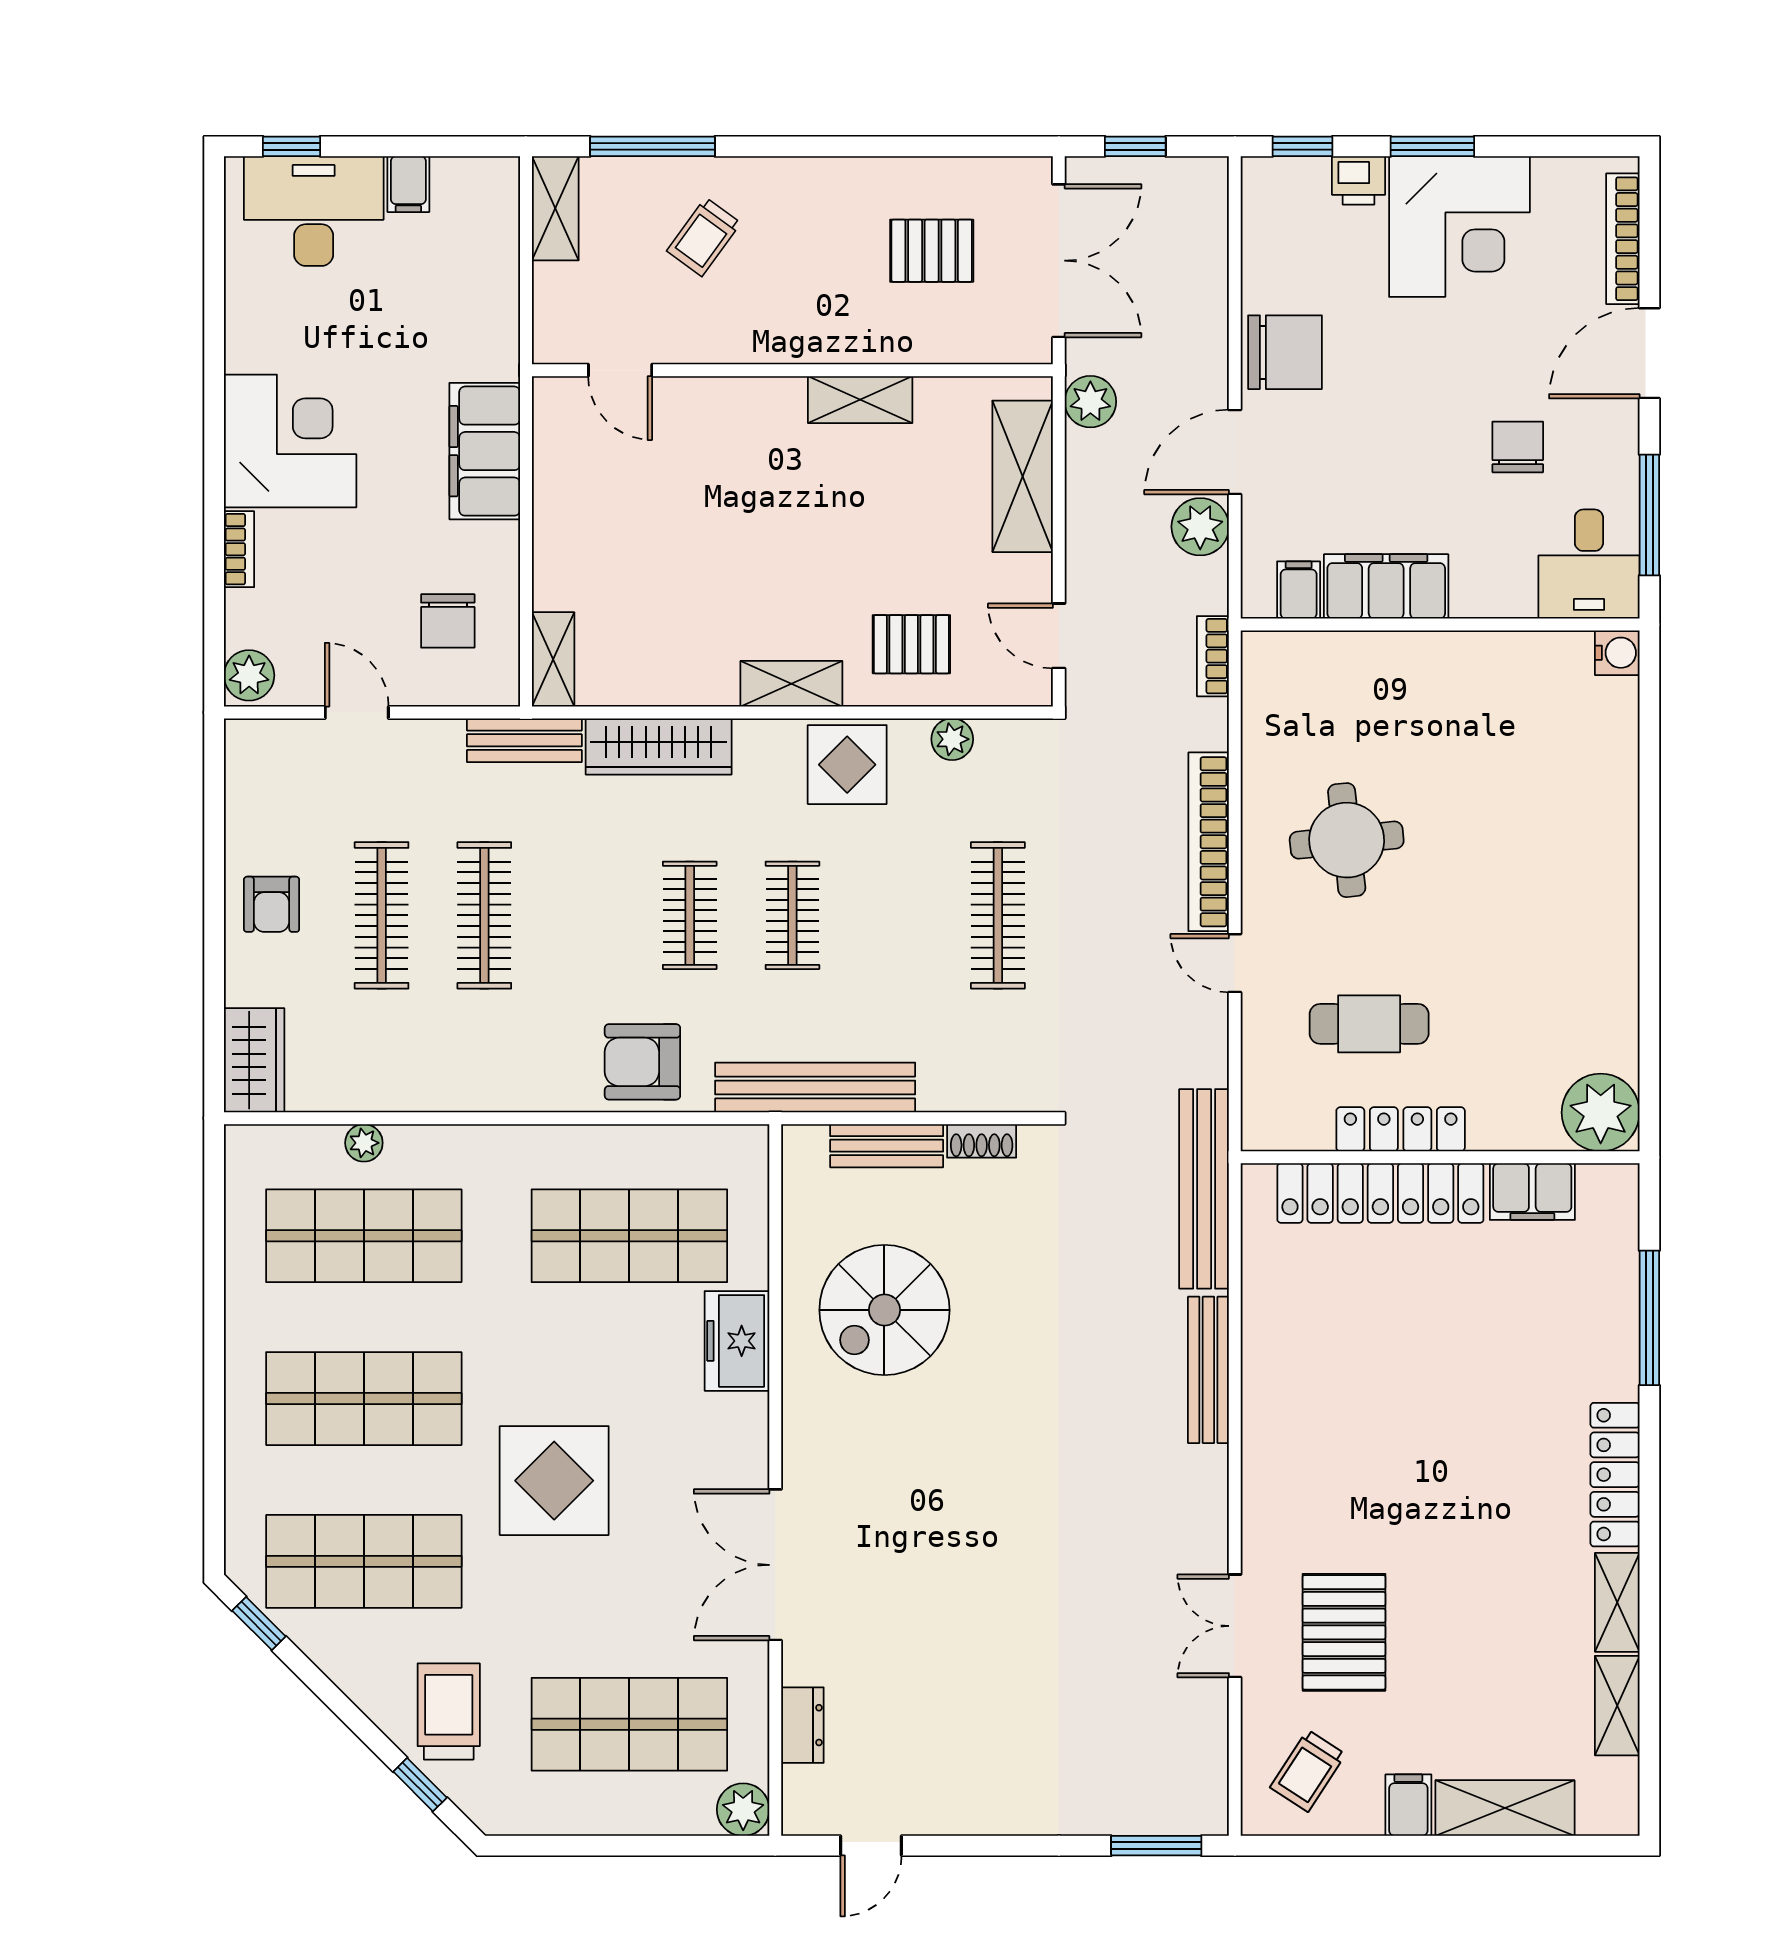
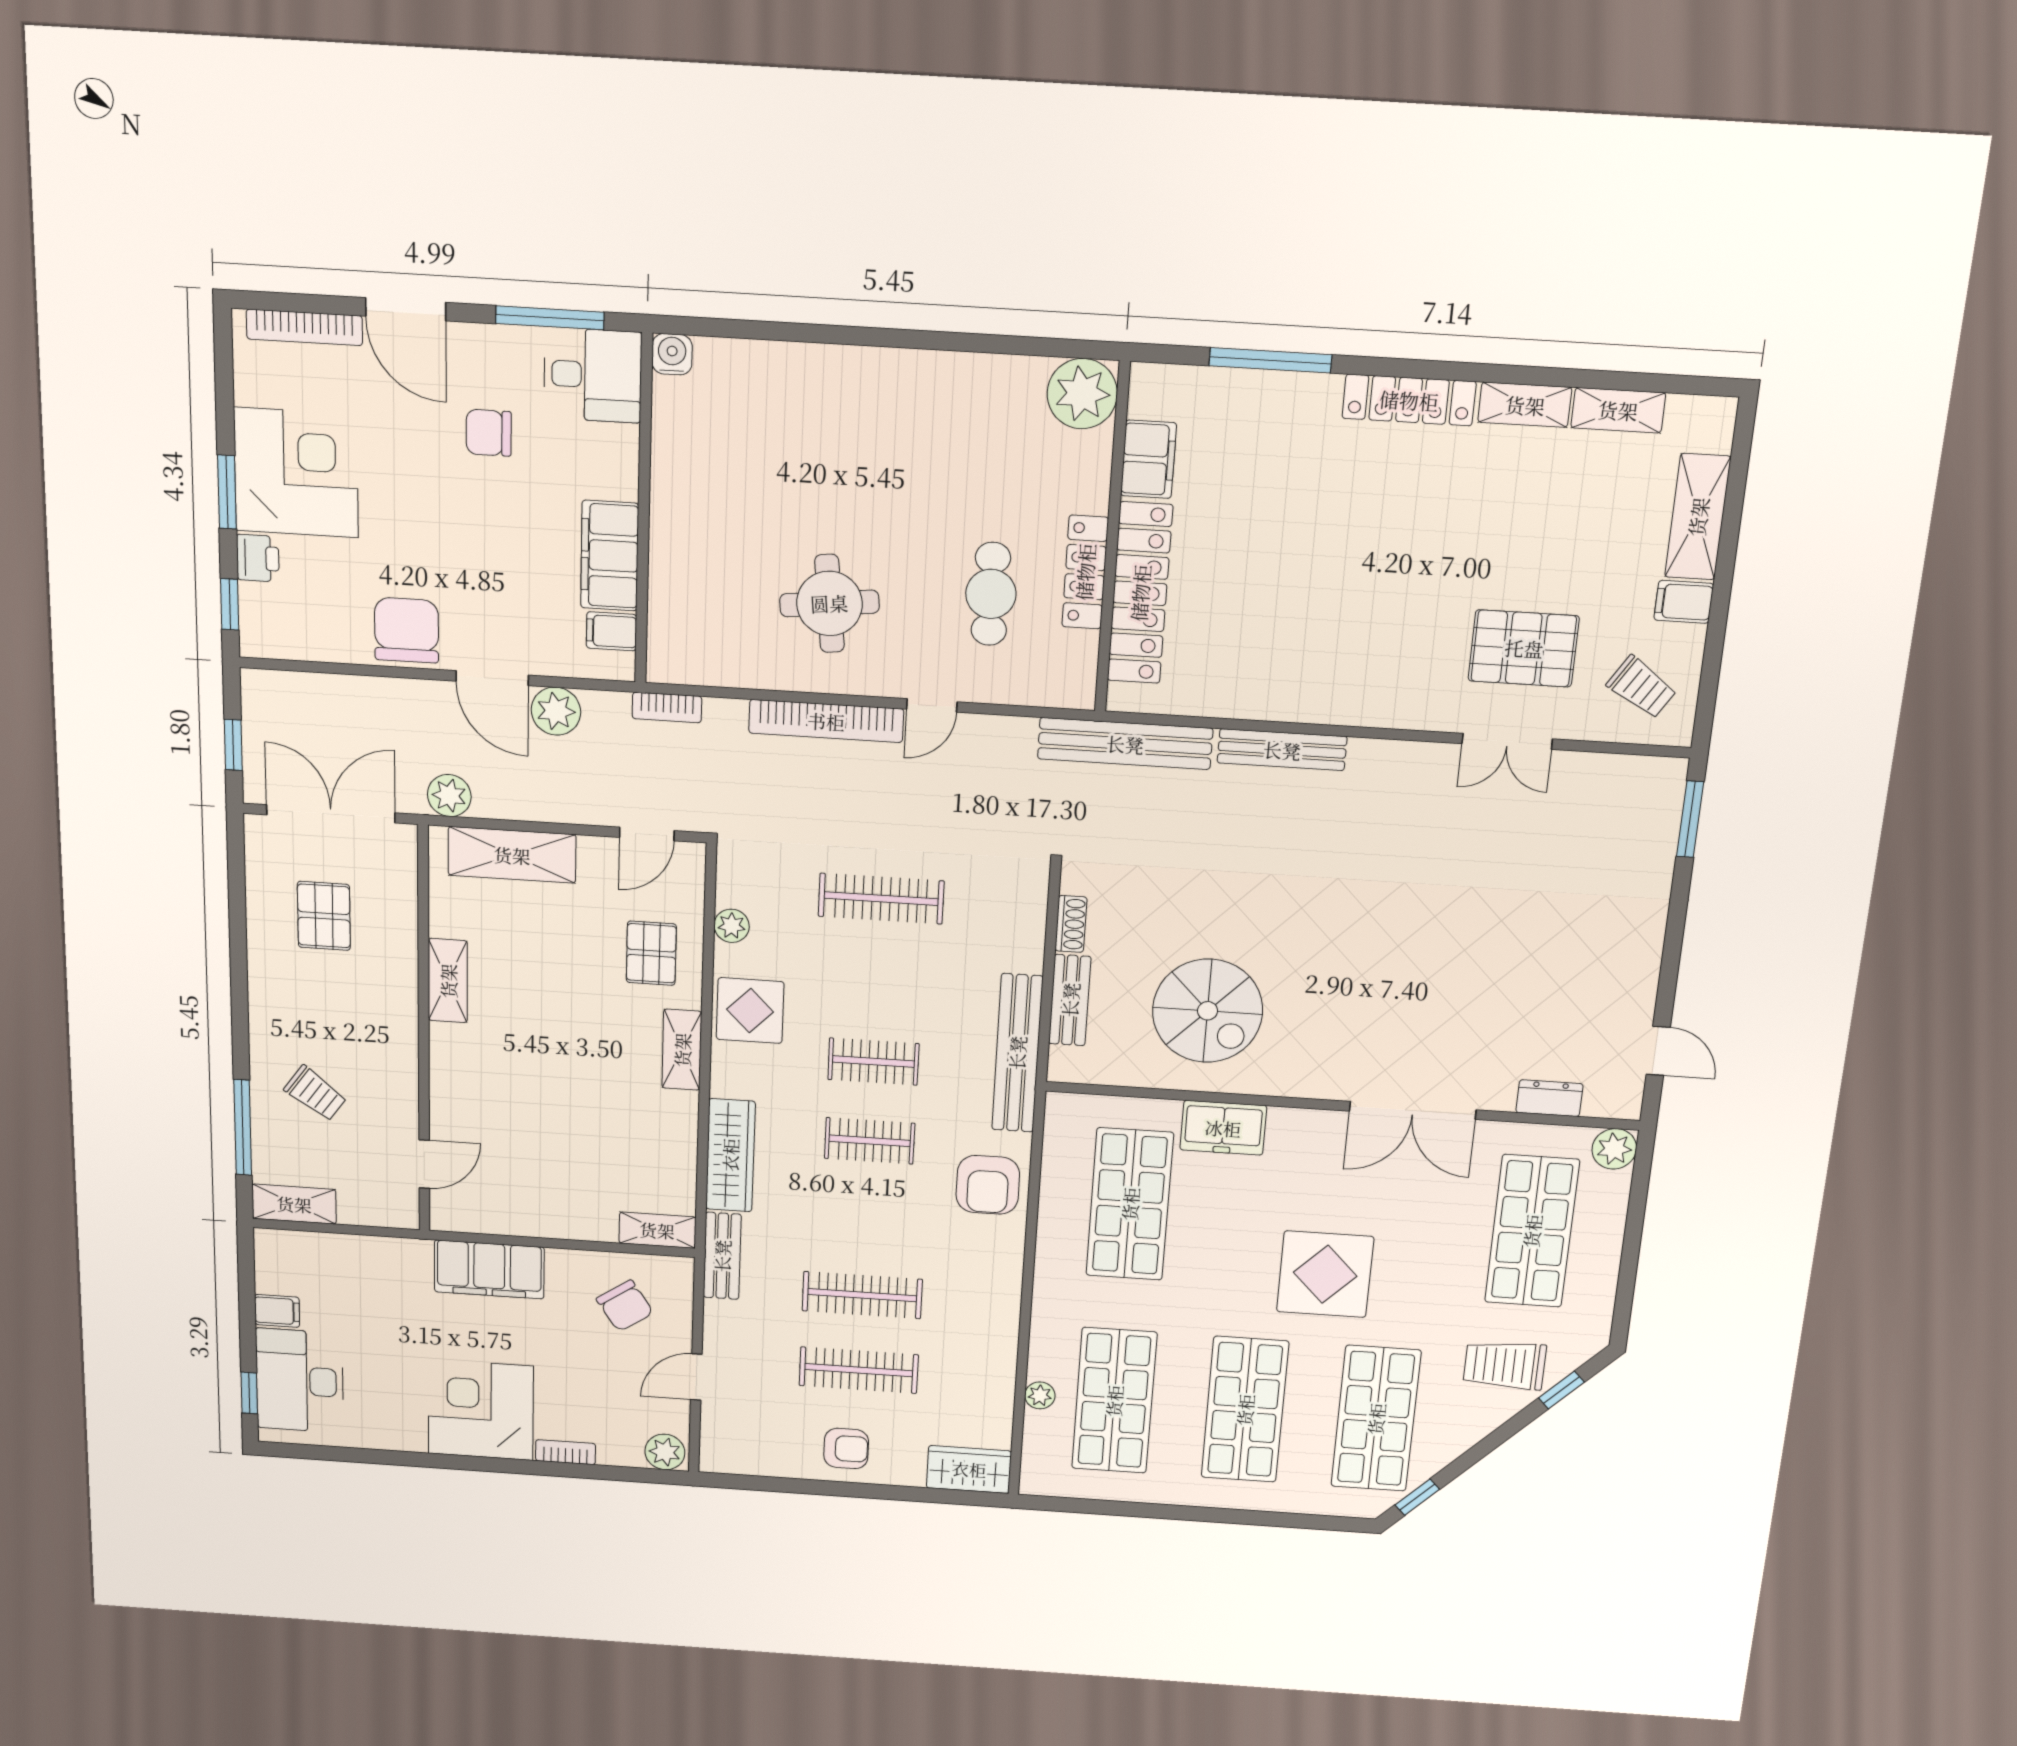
chair: (448, 621) -> (625, 1306), turned 56

